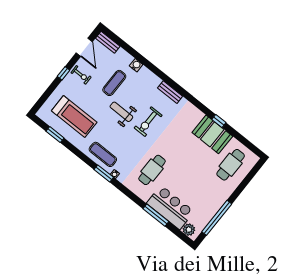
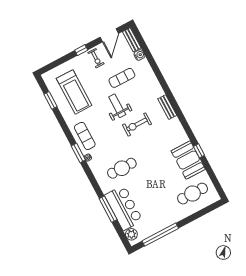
water cooler: (136, 65) -> (139, 55), moved

